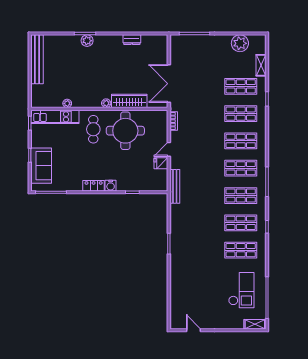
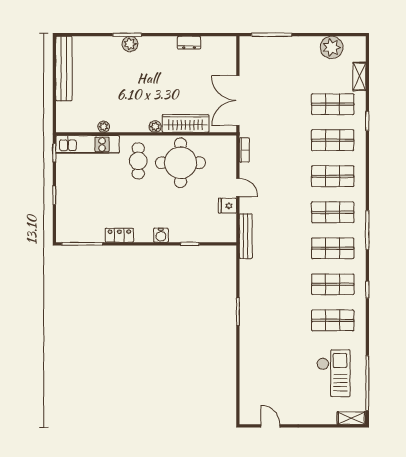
door: (169, 149) -> (238, 187), swing flipped
sofa: (41, 166) -> (69, 209), removed
locker: (94, 186) -> (119, 235), moved

